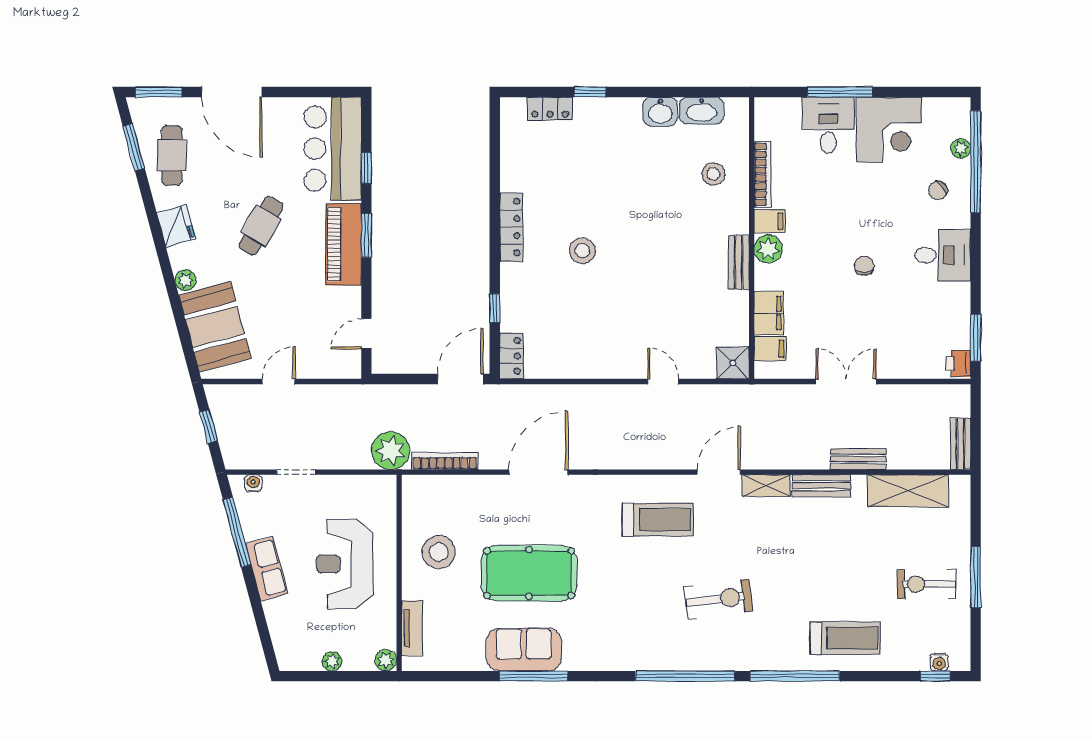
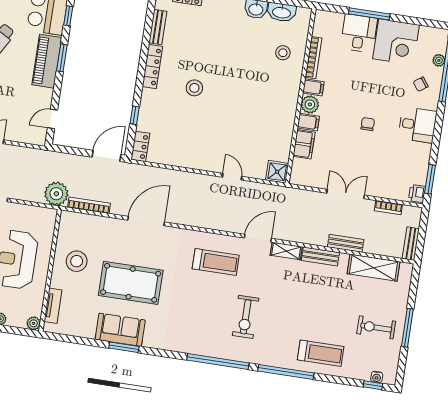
bench: (739, 262) -> (158, 27), moved
filing cabinet: (770, 349) -> (308, 122), moved
bookcase: (917, 393) -> (388, 208), added
exercise bike: (718, 599) -> (246, 317), turned 97
window: (534, 676) -> (124, 347), width x0.69

